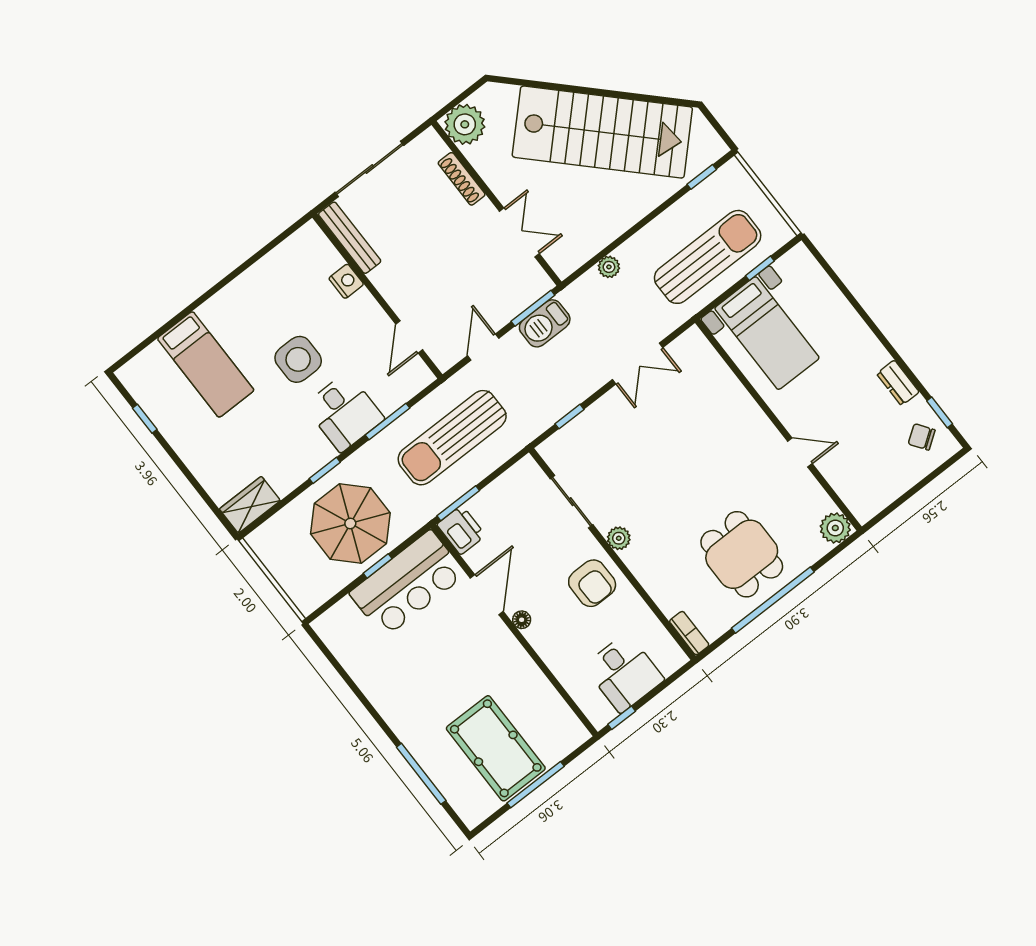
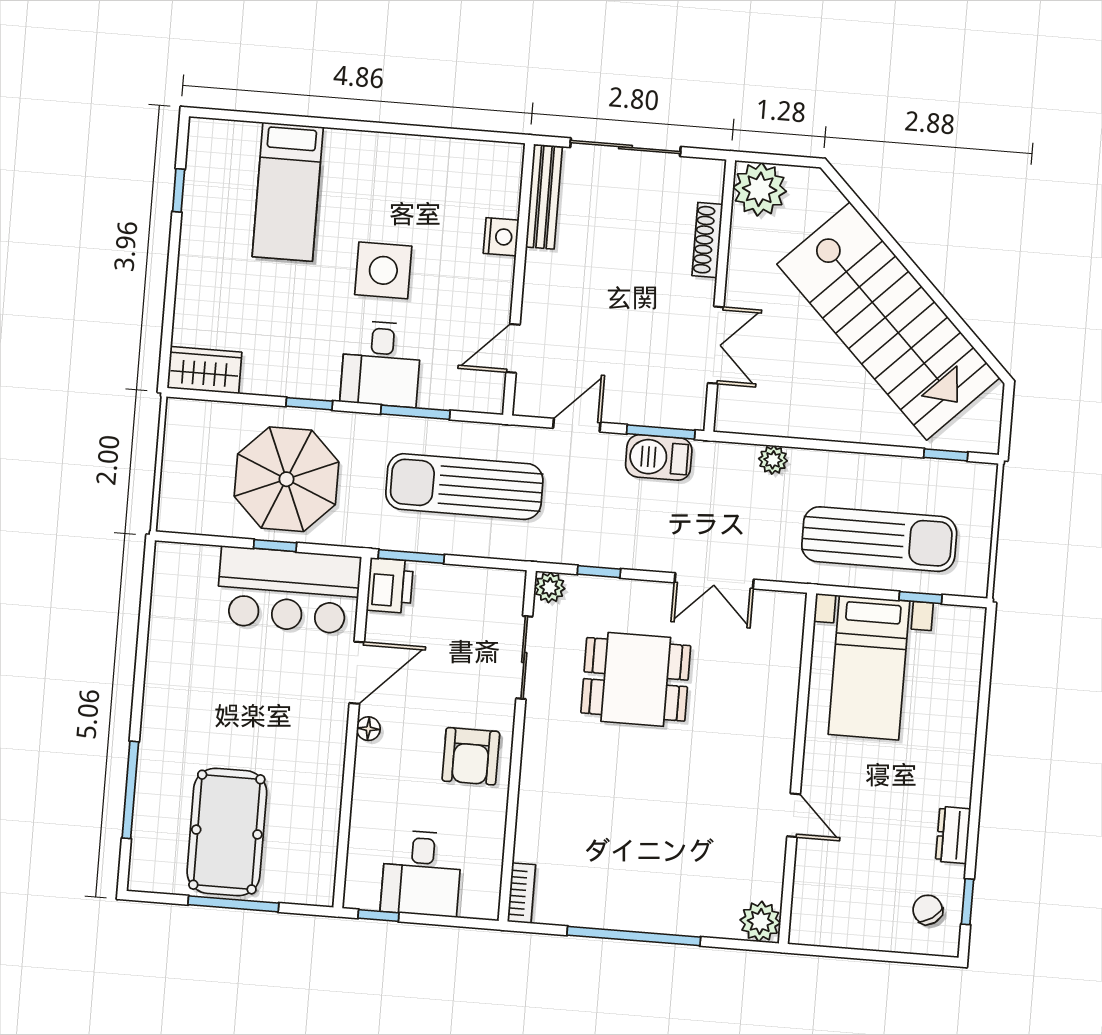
plant: (619, 538) -> (550, 587), moved
dining table: (742, 554) -> (636, 679), moved, turned 90

